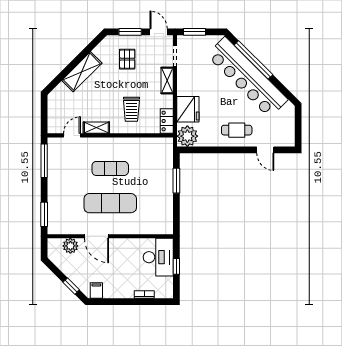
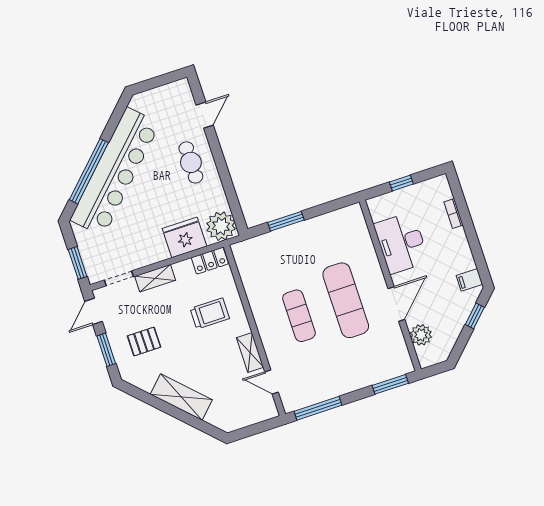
desk: (158, 257) -> (401, 243), moved, turned -90

